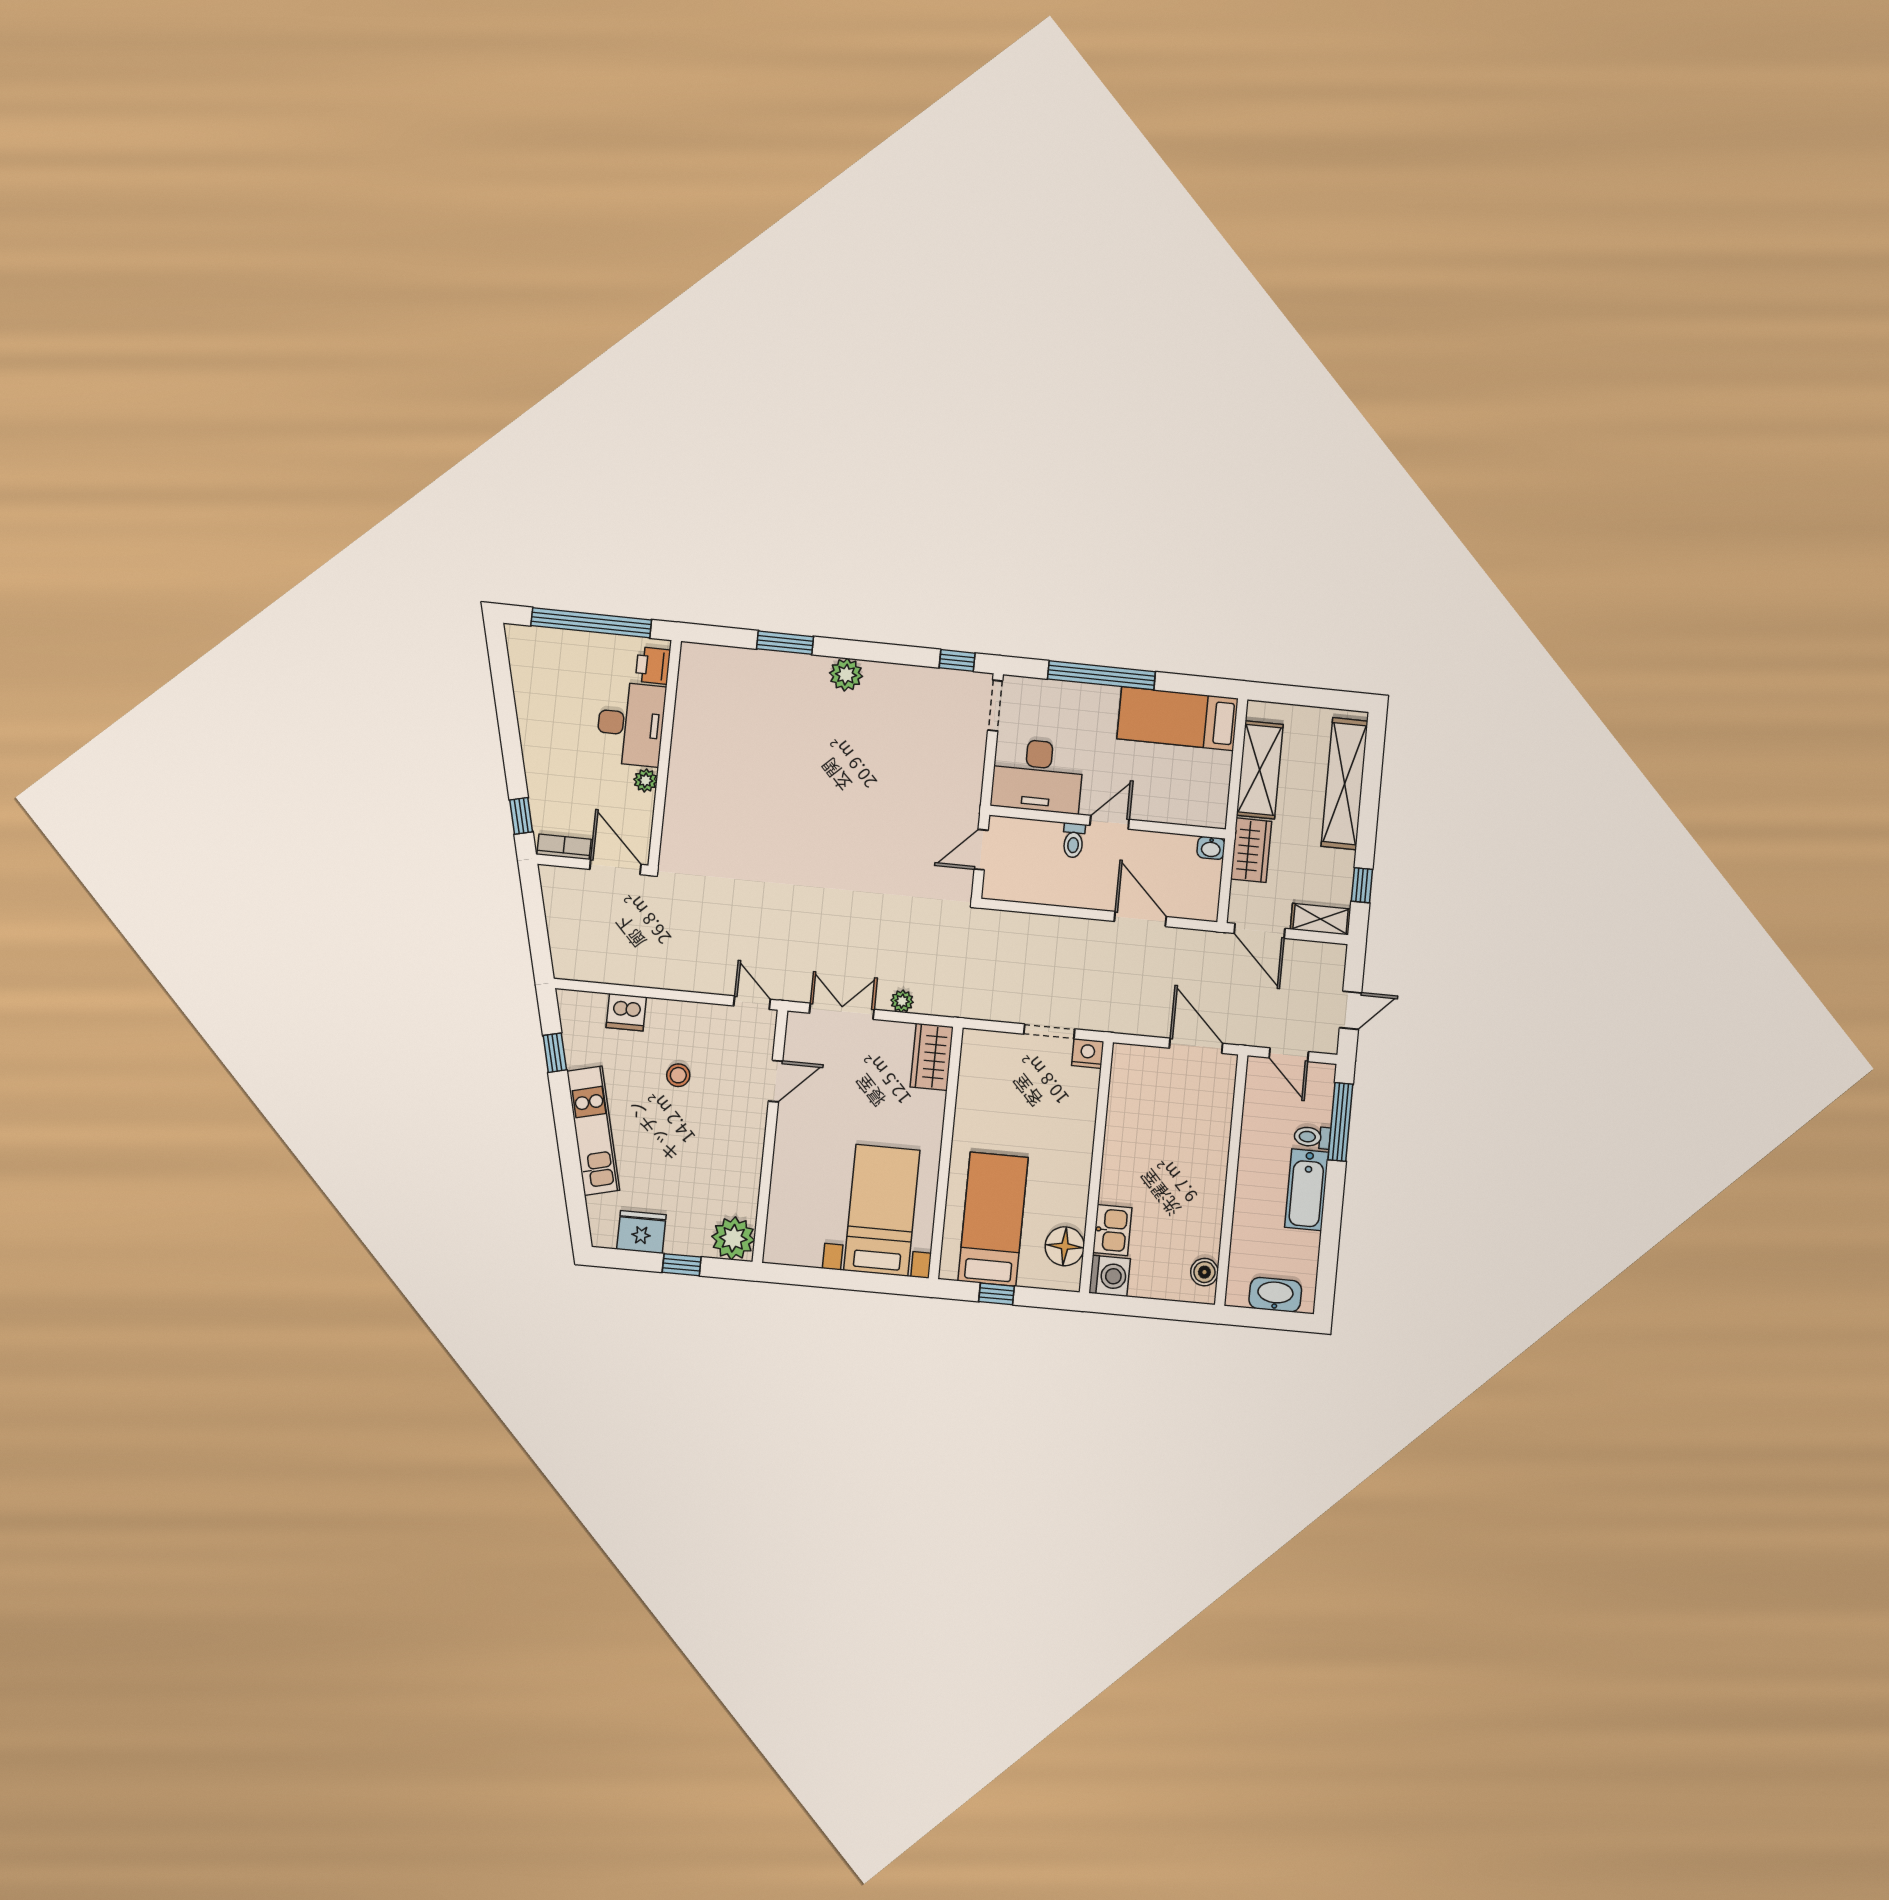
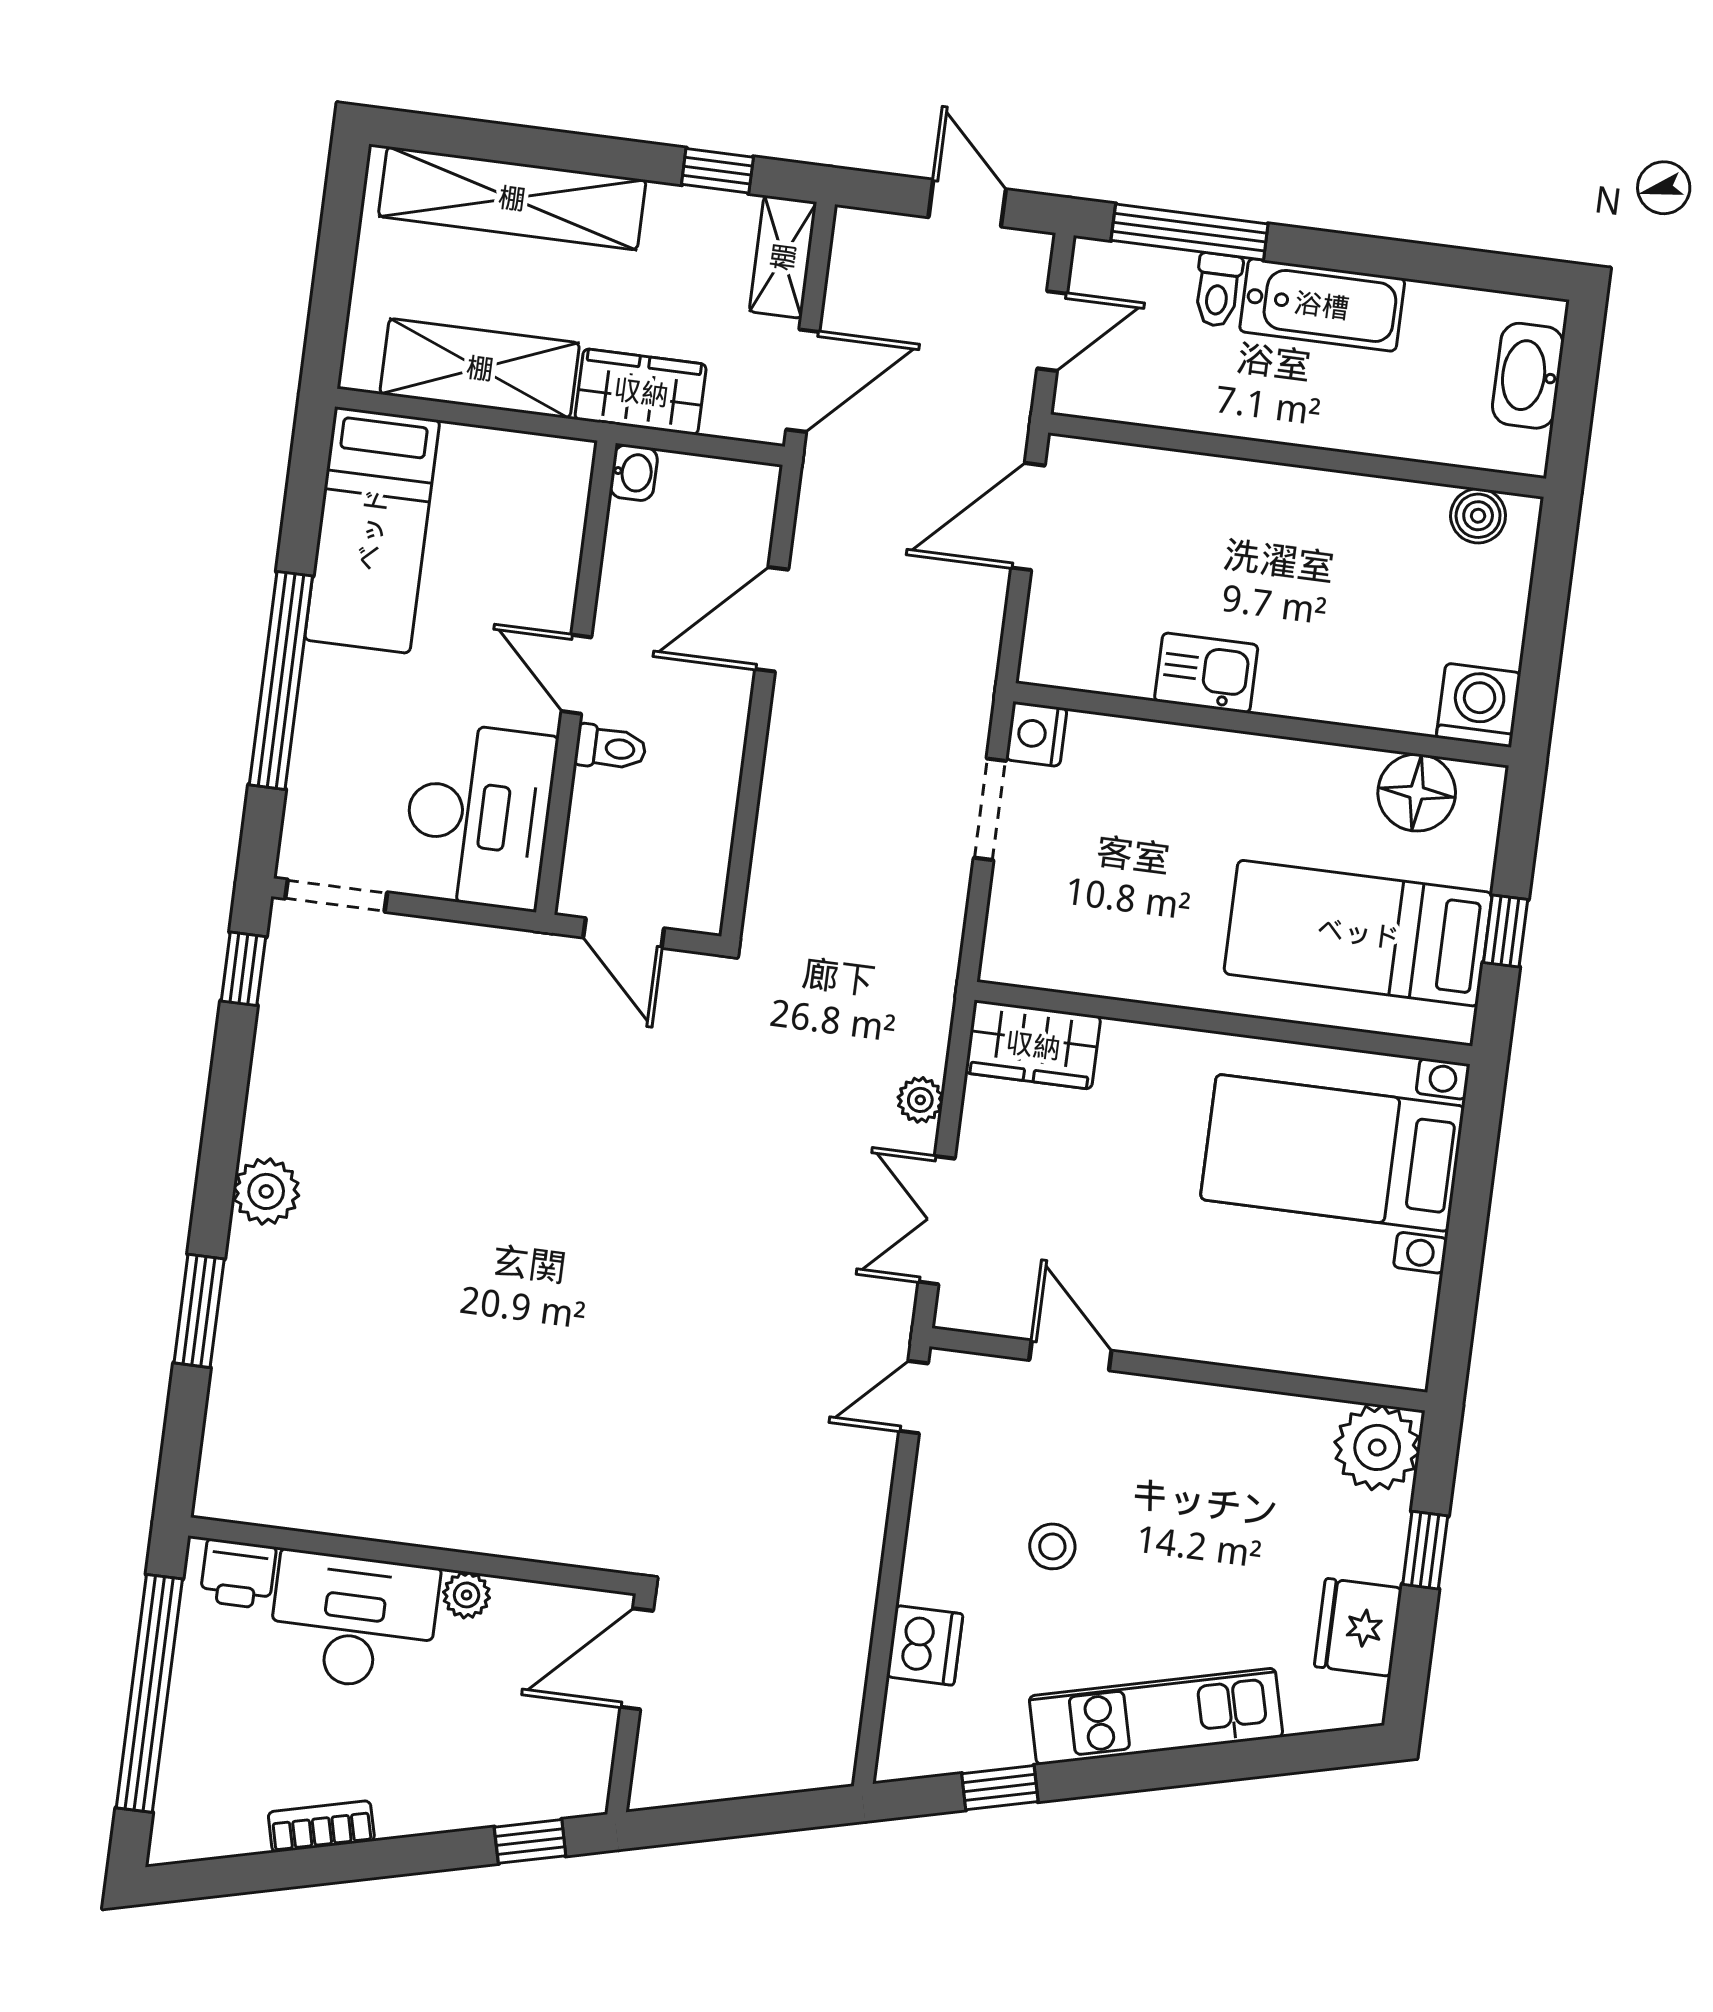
bookcase: (564, 847) -> (321, 1826), moved, turned 76
kitchen sink: (1112, 1230) -> (1206, 673), moved

